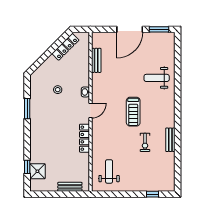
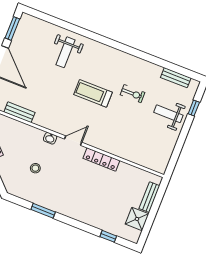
door: (90, 111) -> (73, 141), hinge flipped
treadmill: (133, 112) -> (93, 93), turned 180
bench: (170, 140) -> (176, 78), moved
shower: (37, 171) -> (137, 219), moved
weight bench: (109, 171) -> (168, 114), moved

